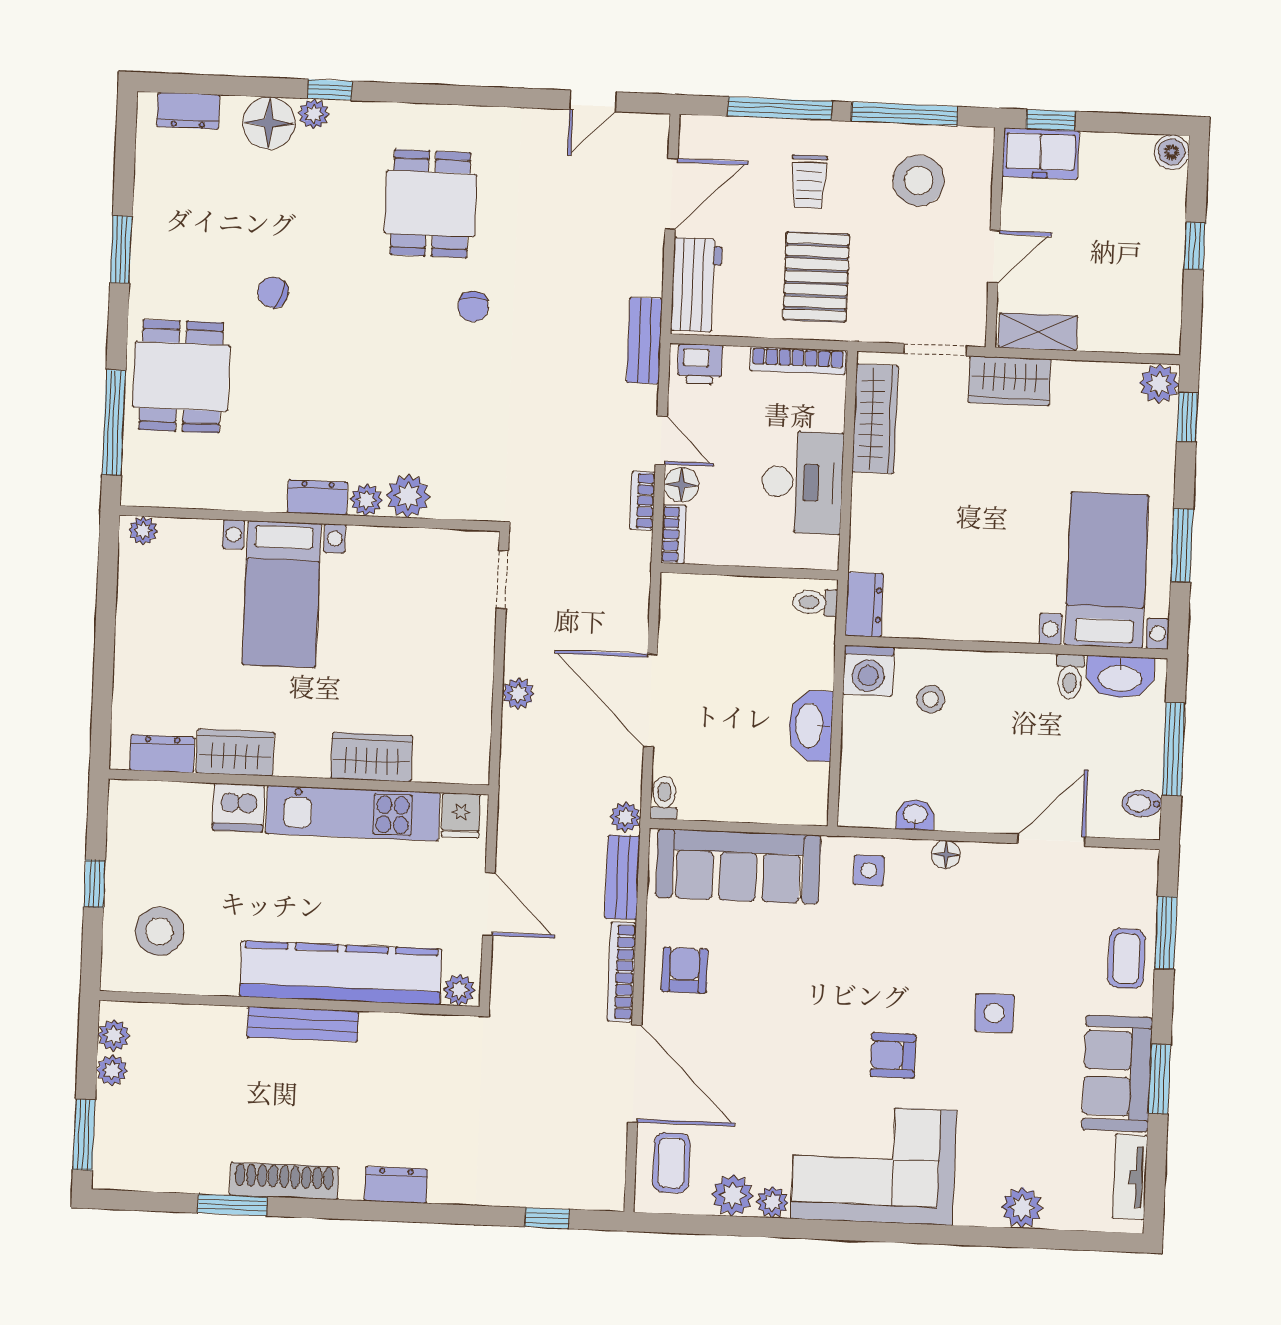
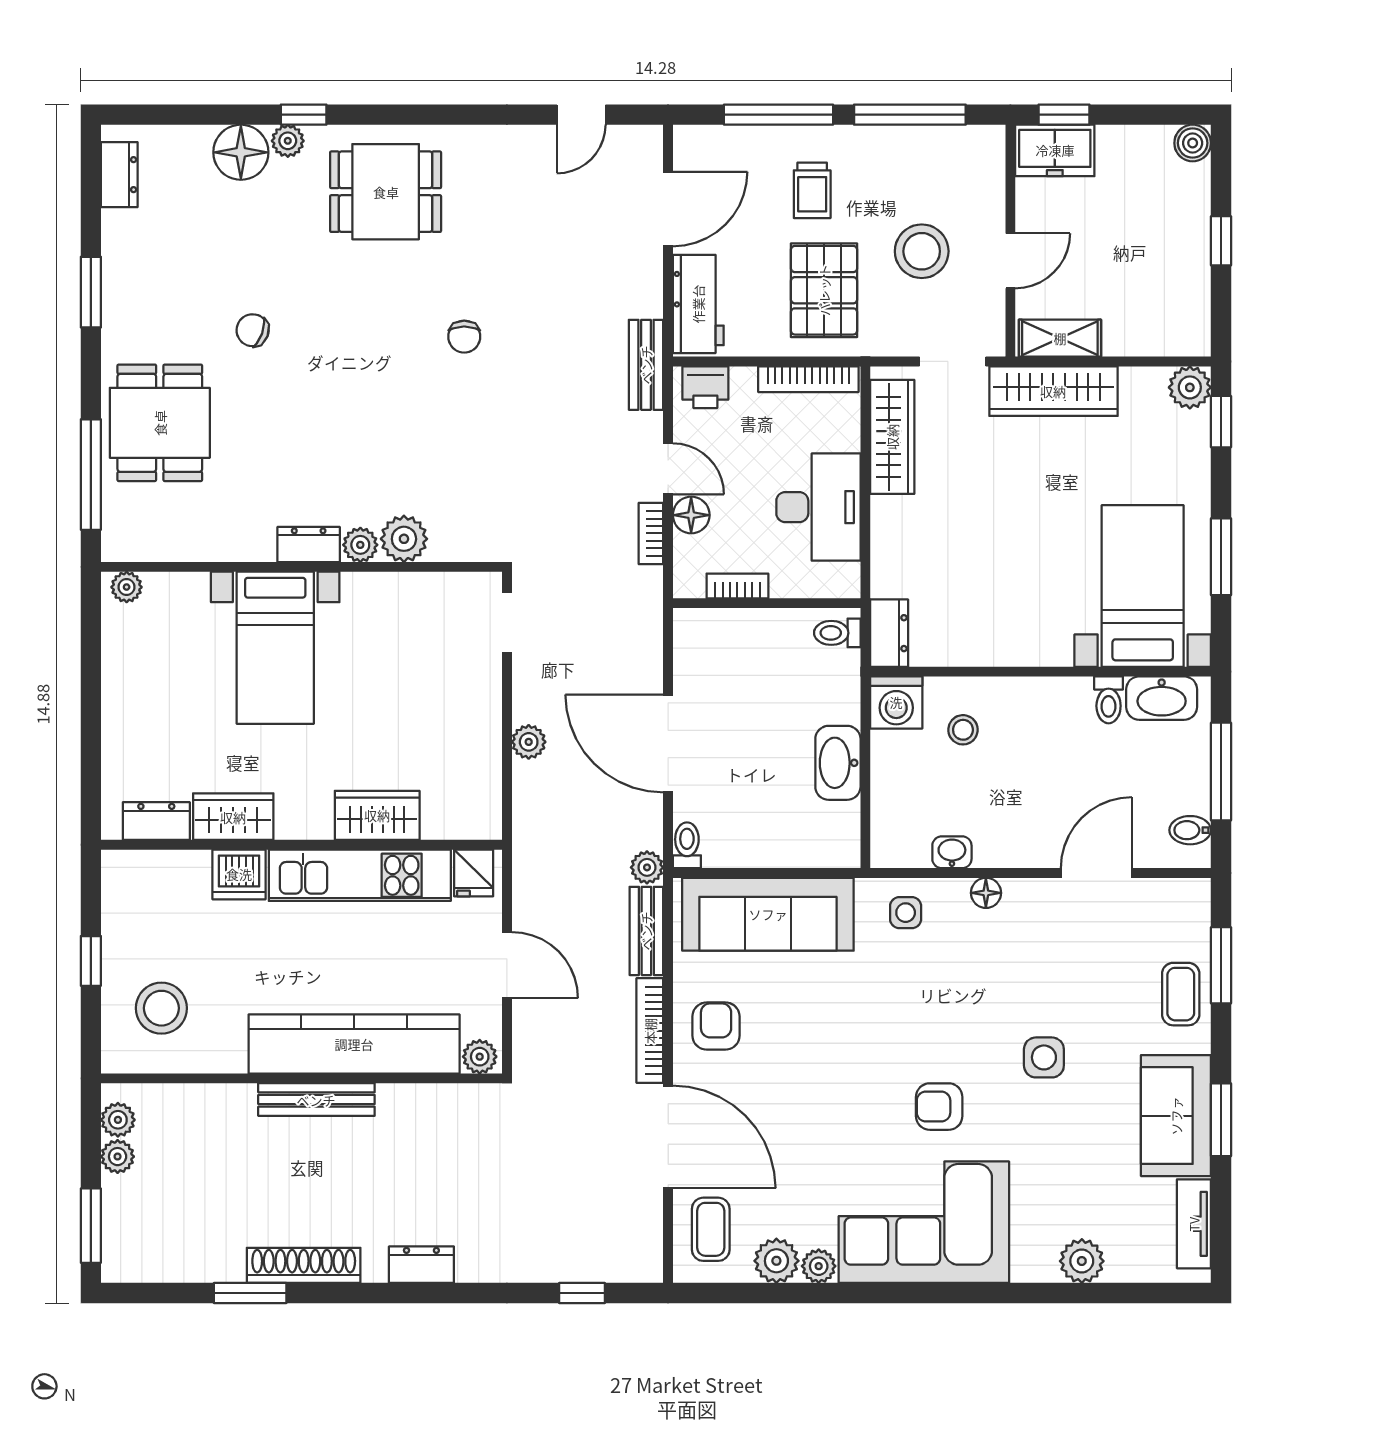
dresser: (188, 111) -> (119, 175), moved, turned -90
stool: (919, 180) -> (922, 251), moved
dining table: (431, 204) -> (386, 192), moved, turned 90
wardrobe: (1009, 381) -> (1053, 391), width x1.50
bookcase: (674, 534) -> (737, 586), moved, turned -90

